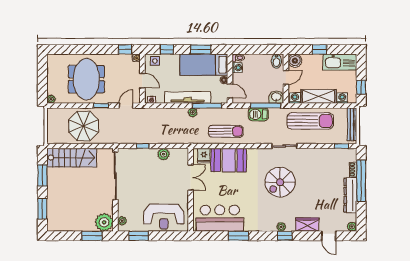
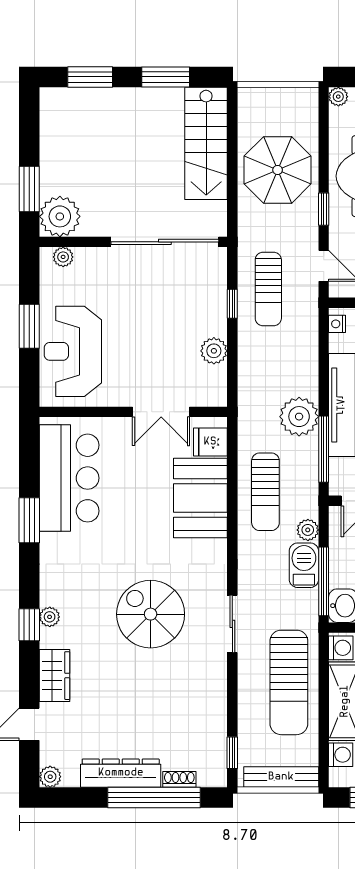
plant: (193, 112) -> (299, 417), width x1.87, depth x1.87
plant: (243, 113) -> (308, 530), added
sun lounger: (136, 130) -> (268, 289), added
window: (139, 236) -> (29, 326), moved

